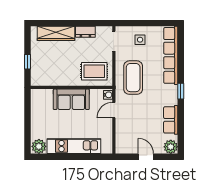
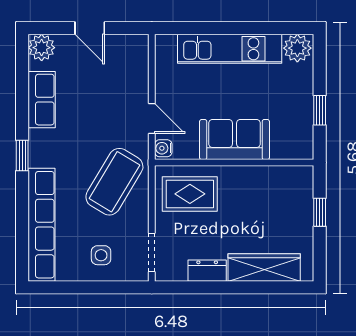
coffee table: (133, 78) -> (114, 182), turned 31
door: (114, 110) -> (152, 119), hinge flipped
window: (27, 114) -> (320, 110), added

